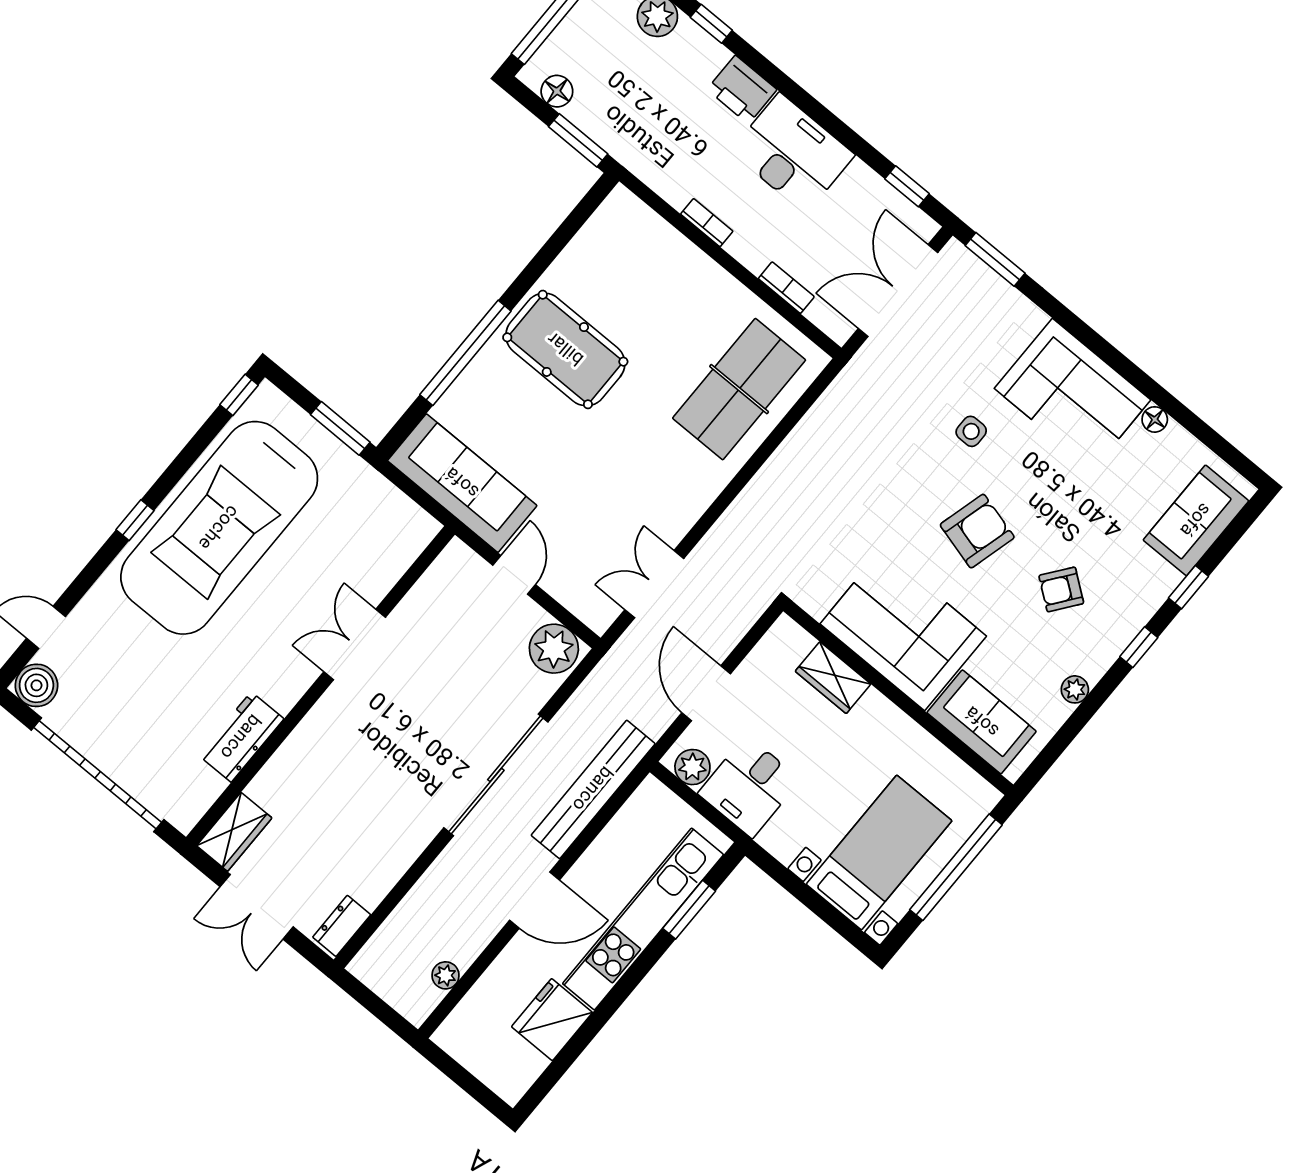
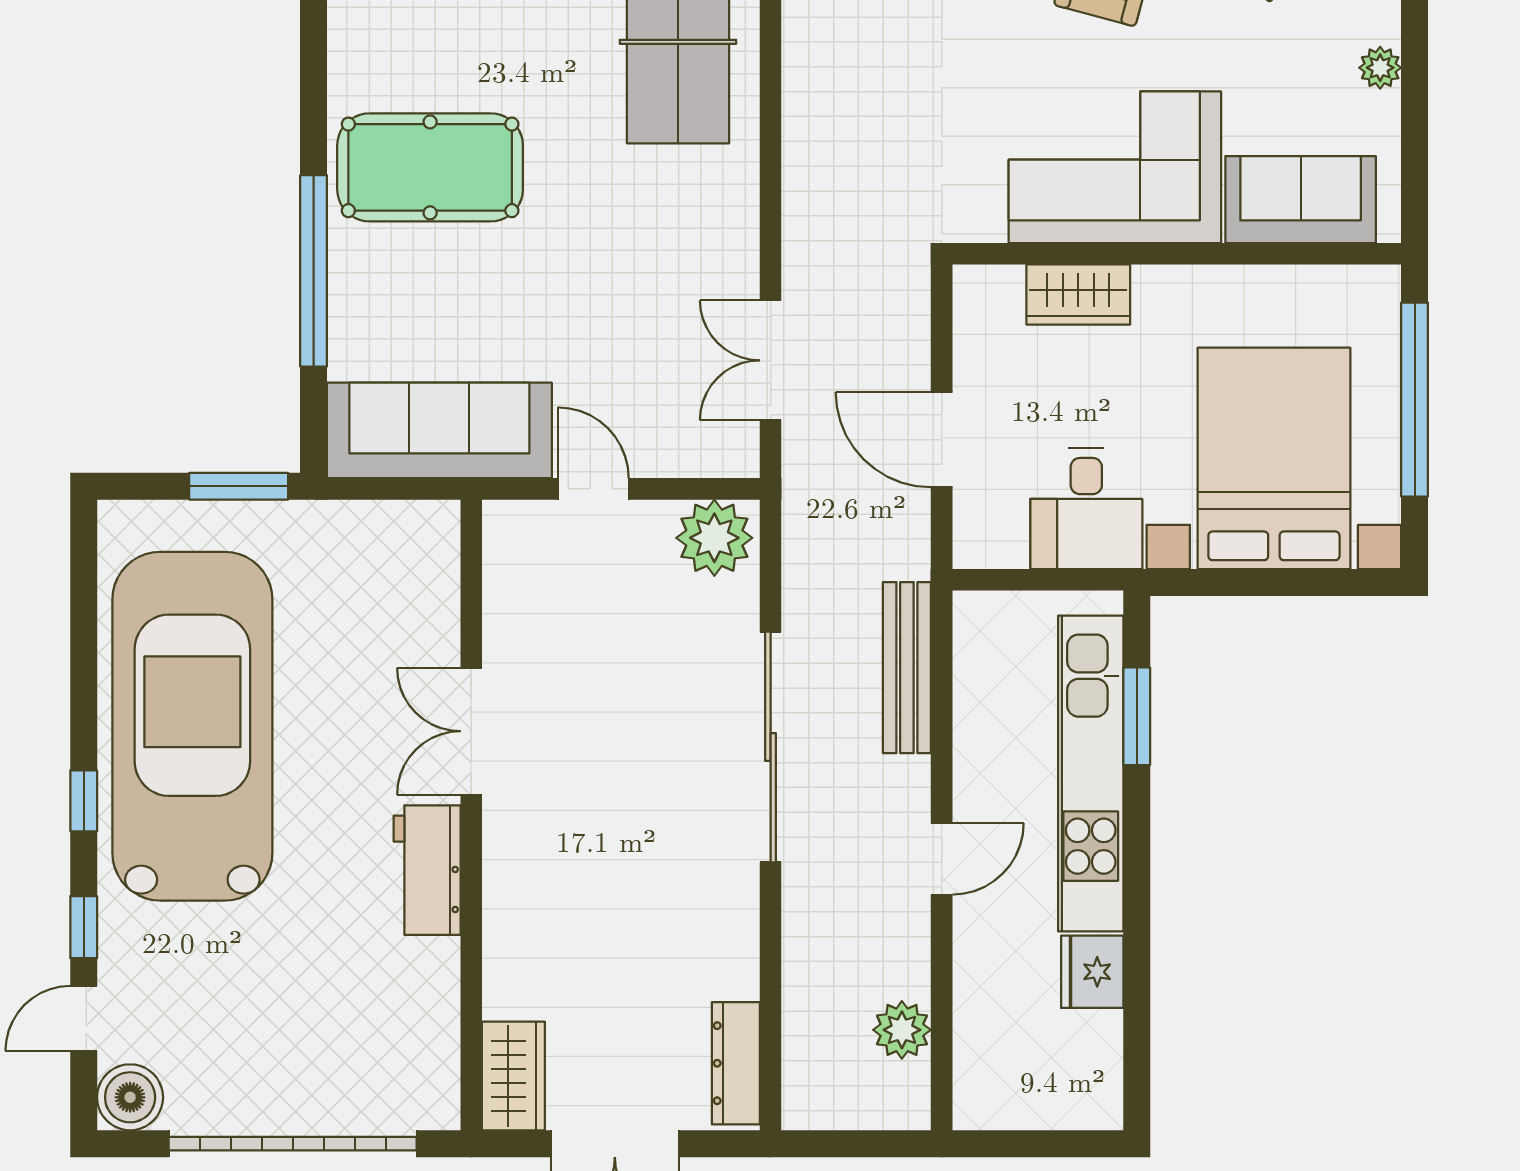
window: (239, 395) -> (84, 927), moved
car: (219, 528) -> (192, 726), turned 180
workbench: (241, 737) -> (427, 870), moved
plant: (692, 767) -> (999, 542), removed
bench: (593, 789) -> (907, 668), width x0.73, depth x0.82
bed with nightstands: (879, 852) -> (1274, 458), width x1.36
door: (534, 900) -> (942, 859), width x0.73
dresser: (342, 926) -> (736, 1063), width x1.44
plant: (446, 975) -> (902, 1030), width x1.38, depth x1.38
fridge: (552, 1020) -> (1092, 972), width x0.73, depth x0.75

